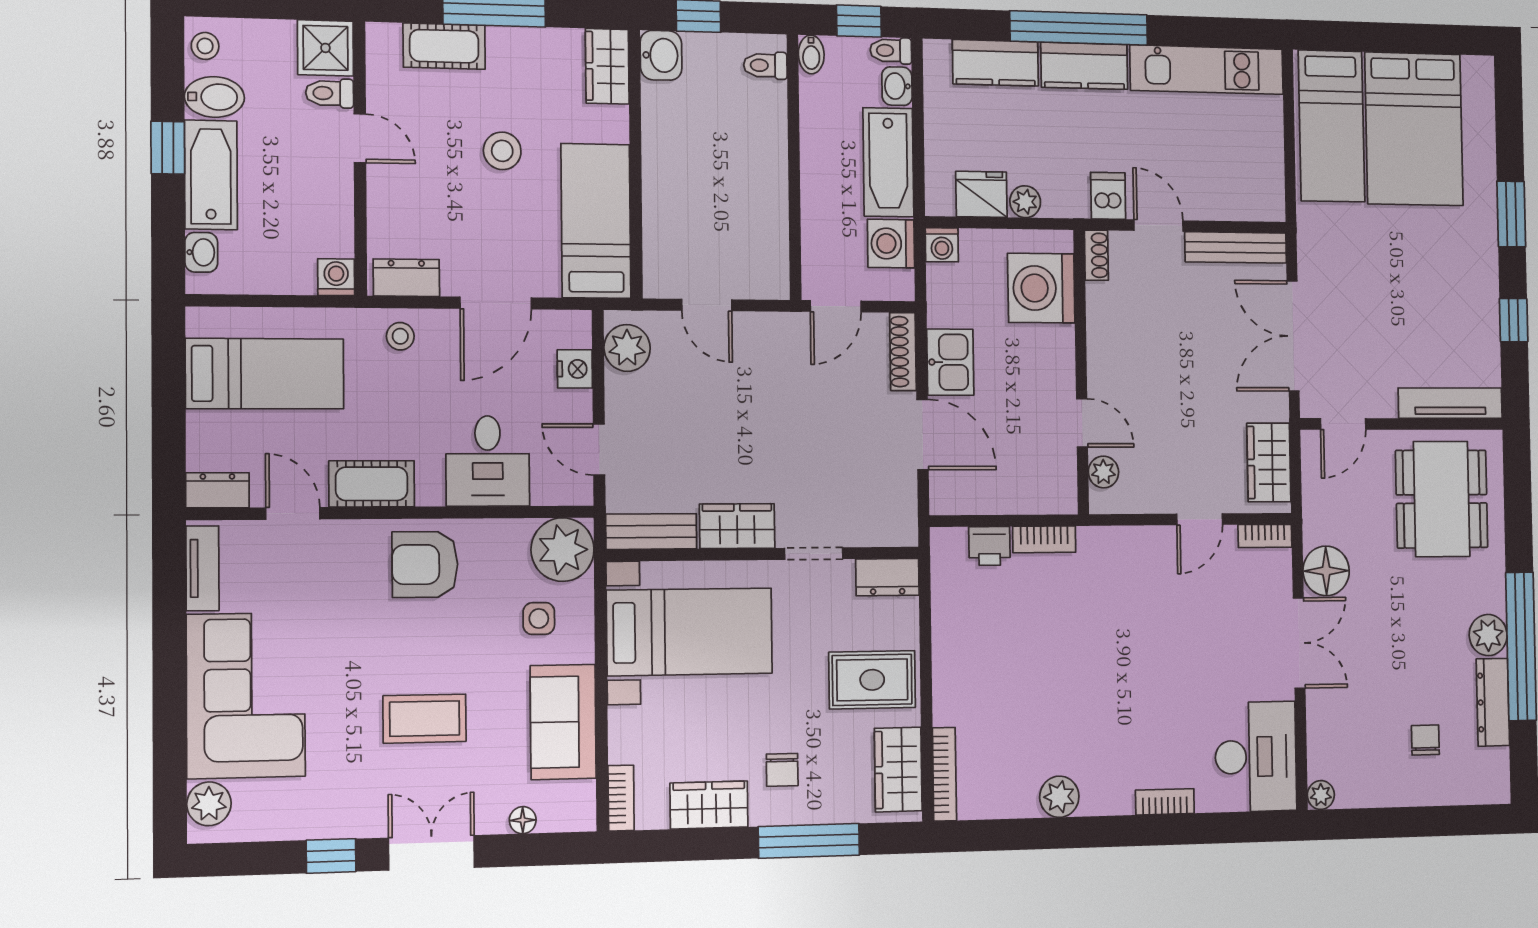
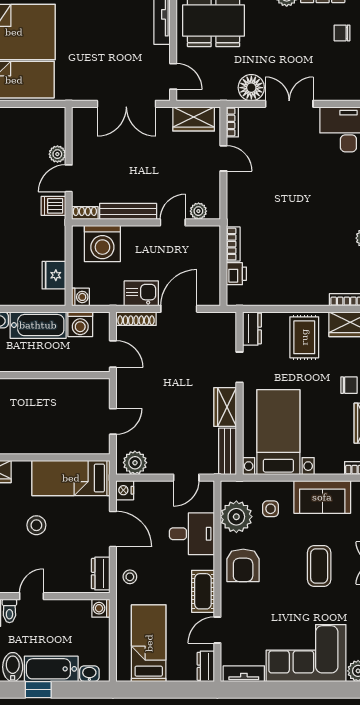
plant: (1025, 202) -> (57, 154), moved
bench: (1236, 247) -> (128, 211), moved, turned 90
nightstand: (575, 369) -> (125, 490), moved, turned -90
plant: (563, 550) -> (236, 517), moved

